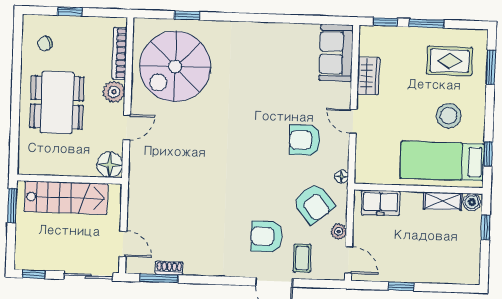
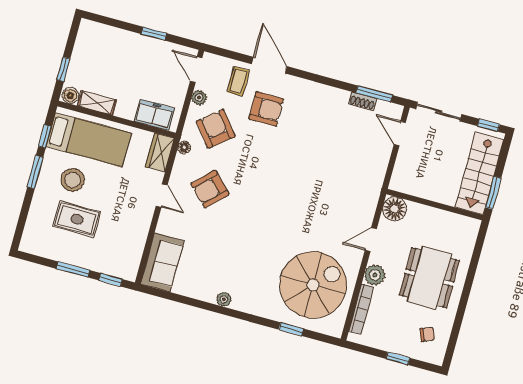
plant: (264, 30) -> (224, 299), added
rug: (450, 61) -> (77, 219), moved
window: (491, 67) -> (35, 172), moved
wardrobe: (368, 76) -> (160, 152), moved
armchair: (305, 140) -> (210, 189), turned 135
stairs: (66, 198) -> (479, 173), moved, turned -90

